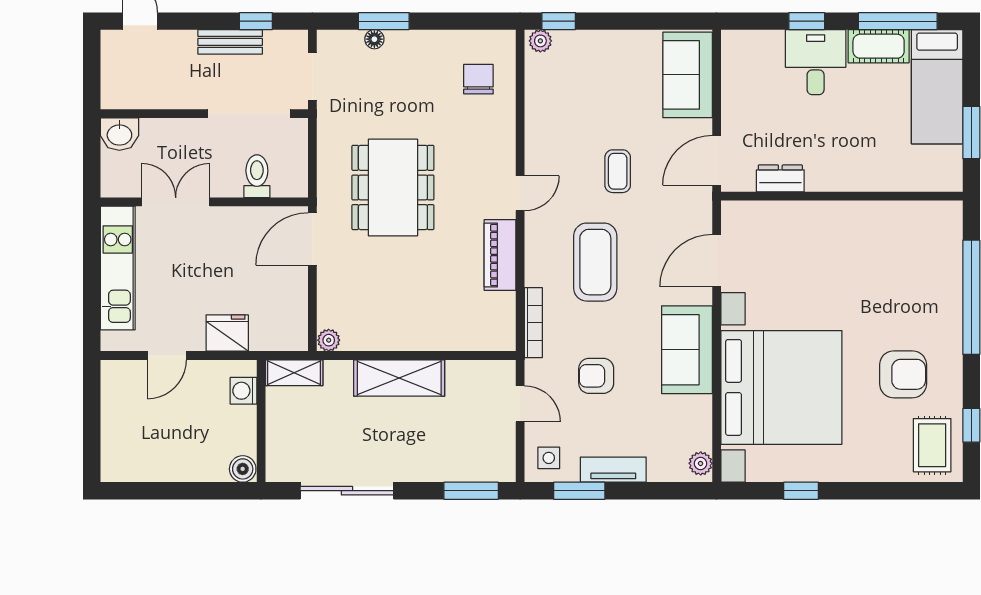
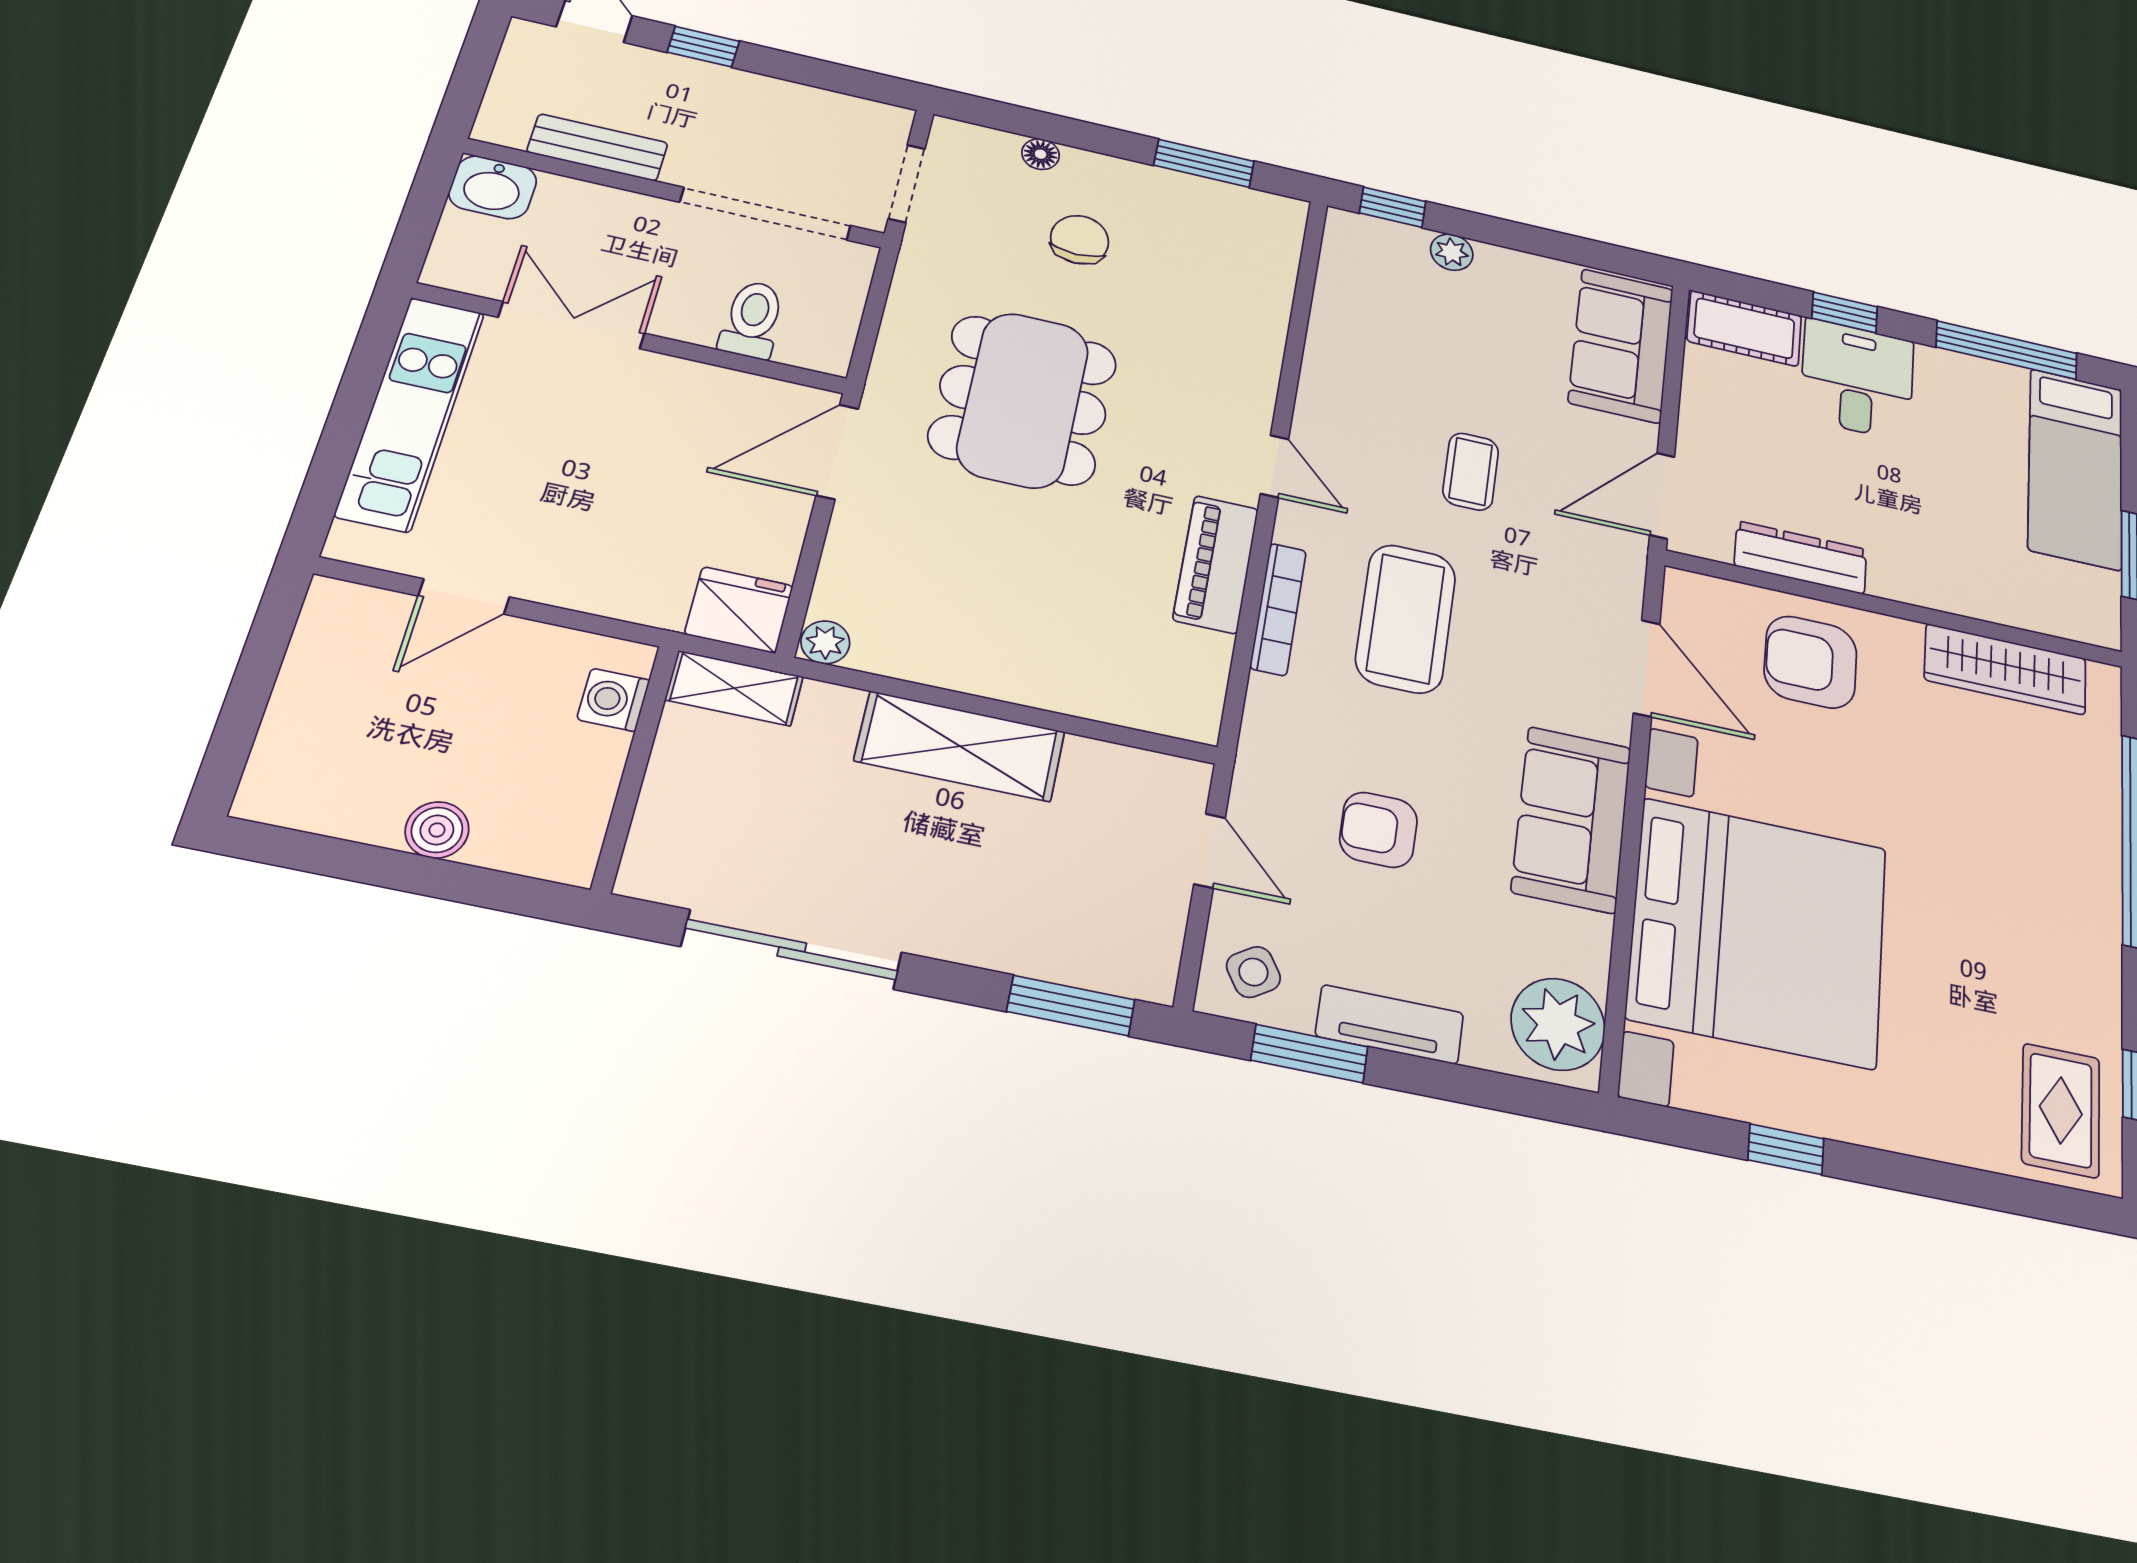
window: (256, 21) -> (703, 47), moved
window: (384, 21) -> (1204, 163), moved
plant: (540, 41) -> (1452, 252), moved
bench: (230, 42) -> (598, 147), moved
cot: (879, 46) -> (1744, 328), moved
chair: (478, 79) -> (1080, 240), moved
dresser: (780, 178) -> (1801, 558), width x1.44
door: (520, 193) -> (1275, 466), hinge flipped
wardrobe: (901, 217) -> (2005, 669), added
door: (717, 261) -> (1647, 668), swing flipped
bookcase: (533, 323) -> (1278, 609), moved
fridge: (227, 333) -> (739, 610), moved
armchair: (903, 374) -> (1810, 662), moved, turned 180
side table: (549, 458) -> (1253, 972), turned -33
plant: (701, 463) -> (1558, 1024), width x1.88, depth x1.88
boiler: (243, 469) -> (437, 830), moved

